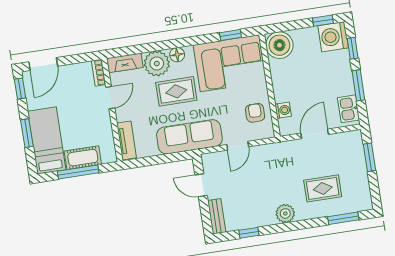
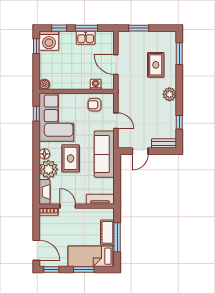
boiler: (279, 45) -> (44, 84), width x0.54, depth x0.54
kitchen sink: (348, 109) -> (86, 38), moved

